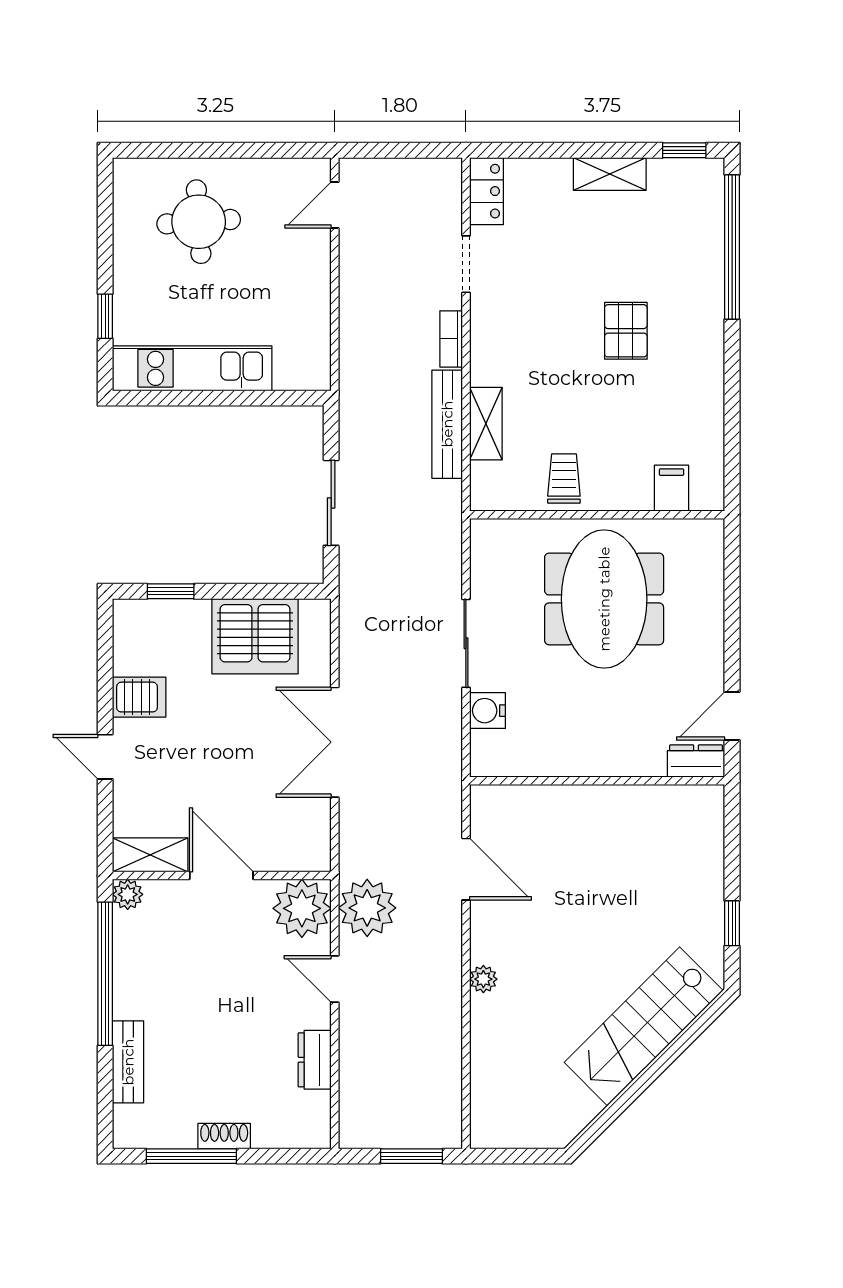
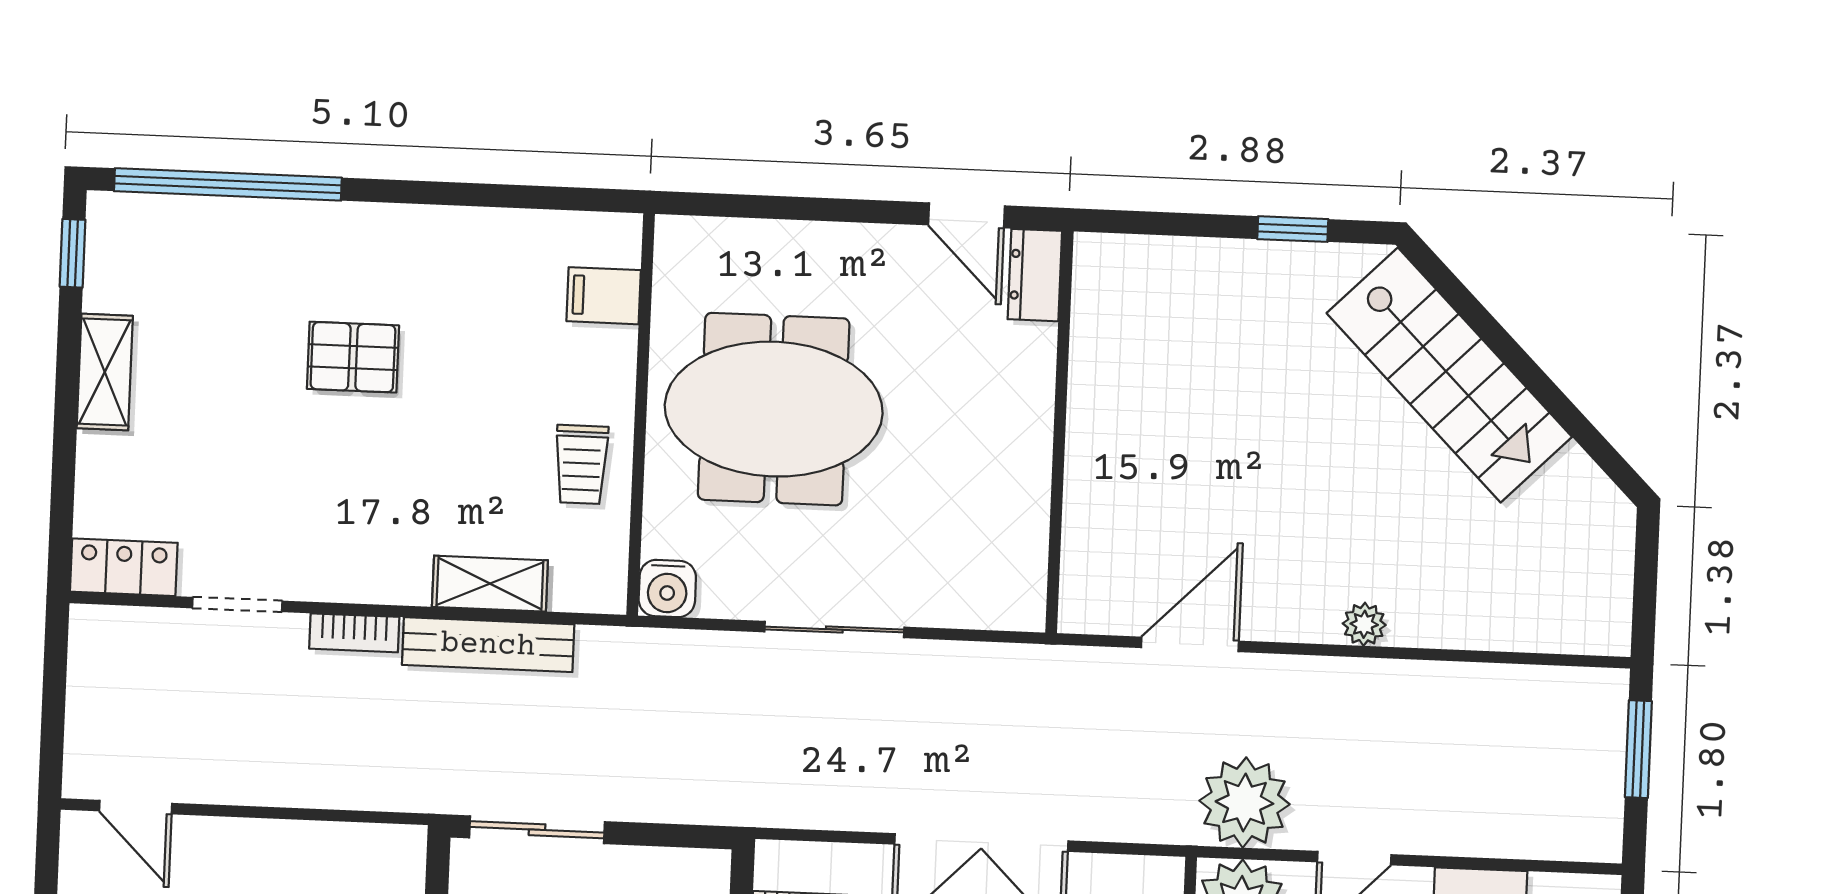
trolley: (564, 479) -> (581, 464), turned -90
sliding door: (331, 503) -> (537, 830), moved
water cooler: (488, 711) -> (667, 588), moved

